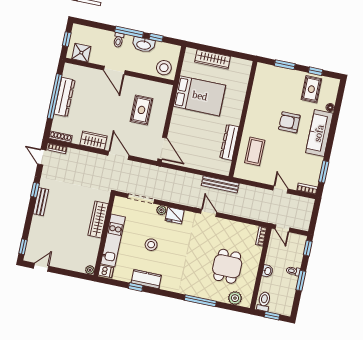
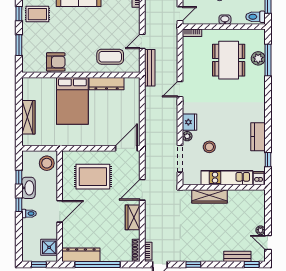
window: (129, 32) -> (19, 205), width x0.46
bed: (200, 96) -> (72, 101), moved, turned 180
dresser: (64, 97) -> (81, 255), moved
rug: (141, 110) -> (93, 177), width x1.36, depth x1.43
armchair: (289, 122) -> (56, 62), moved, turned -90
bench: (220, 184) -> (150, 68), moved
door: (281, 190) -> (142, 41), moved
bench: (41, 202) -> (237, 256), moved
stool: (151, 245) -> (209, 147), moved
dining table: (227, 266) -> (229, 60), width x1.38
plant: (90, 270) -> (260, 230), moved
window: (136, 287) -> (268, 160), moved
plant: (235, 298) -> (258, 58), moved
window: (200, 301) -> (268, 60), moved

